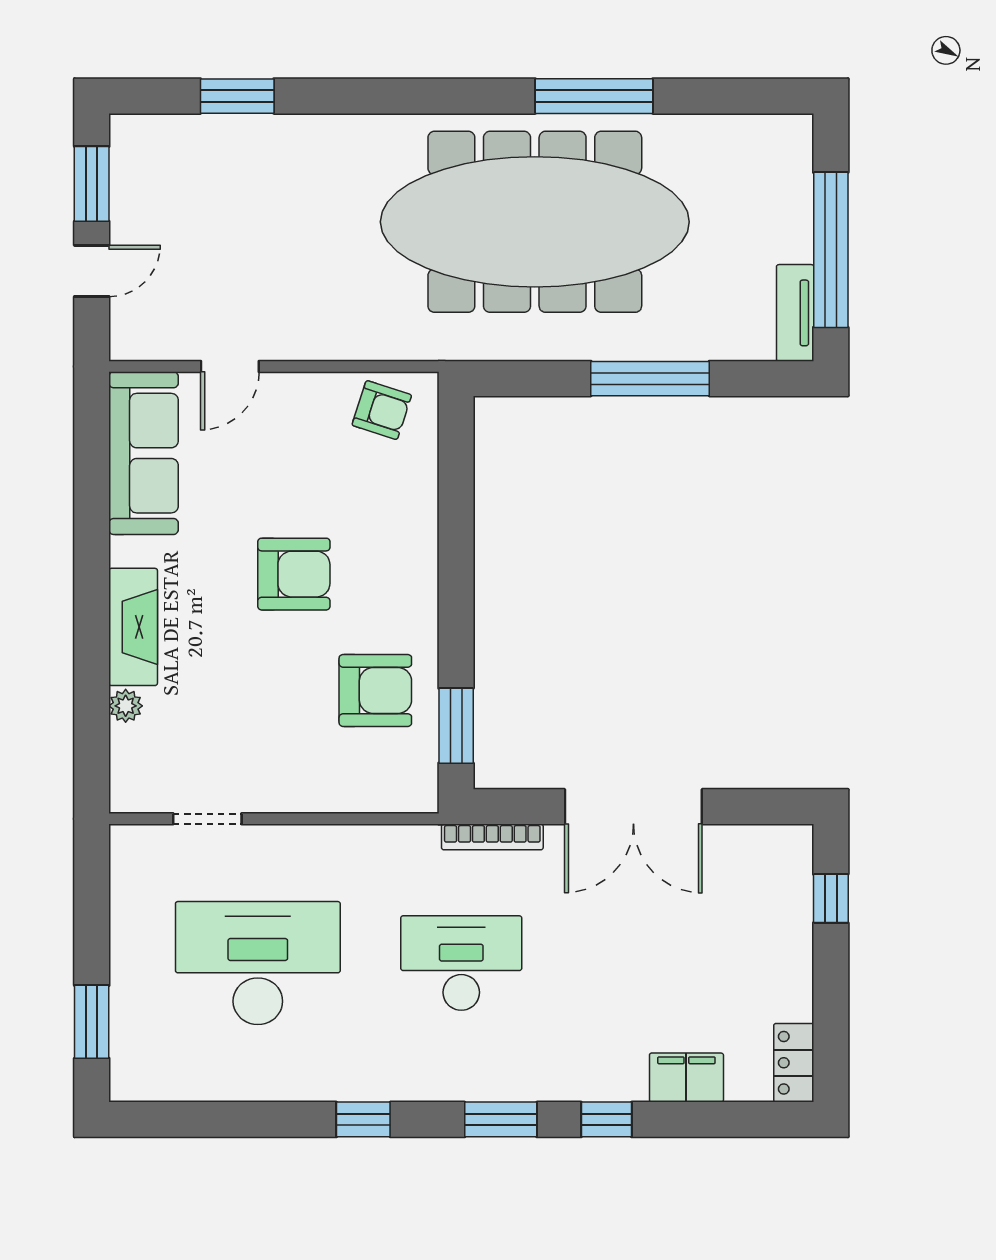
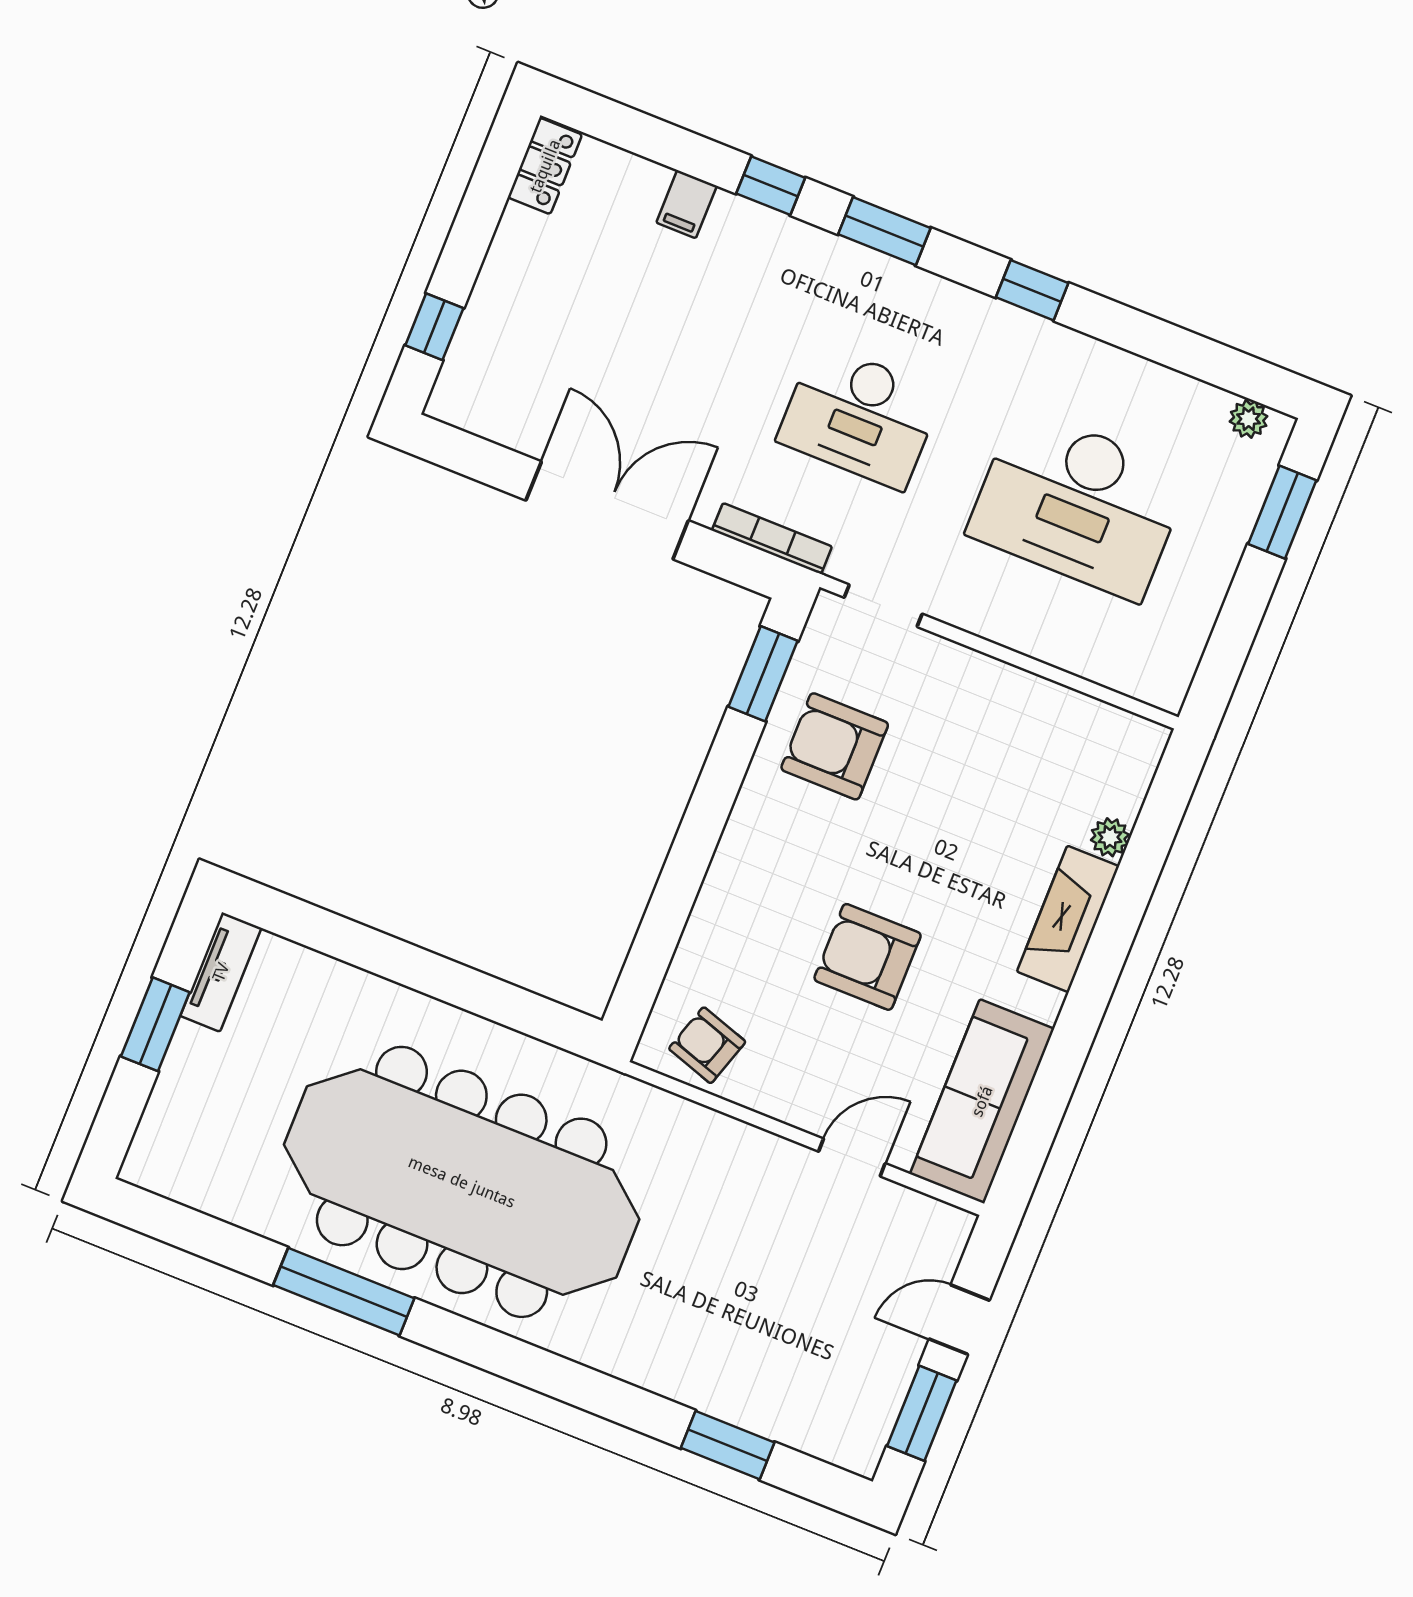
window: (831, 250) -> (155, 1024), width x0.47
window: (650, 379) -> (405, 964), removed
armchair: (294, 574) -> (868, 957), moved
doorway: (207, 819) -> (883, 606), moved
filing cabinet: (686, 1078) -> (687, 204), width x0.50
plant: (149, 1086) -> (1249, 419), added

